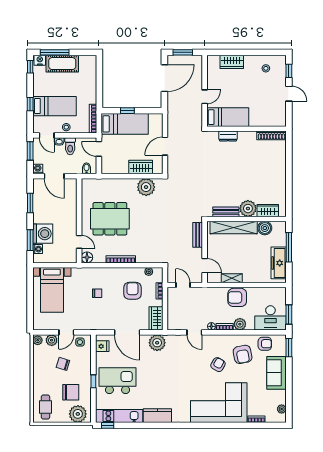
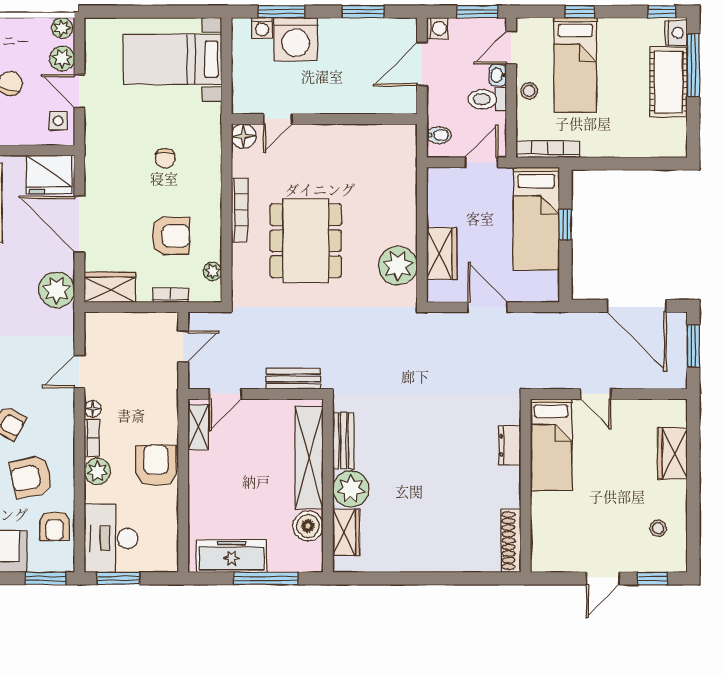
dining table: (110, 219) -> (306, 241), moved
shelving: (232, 278) -> (198, 427), moved
door: (127, 332) -> (79, 224), hinge flipped
fridge: (102, 346) -> (49, 174), width x1.88, depth x1.34

